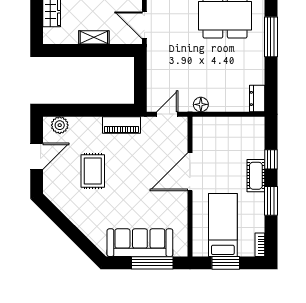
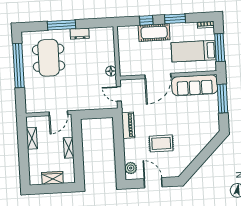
dresser: (257, 98) -> (80, 34), moved
door: (190, 172) -> (158, 76), hinge flipped
cot: (256, 176) -> (154, 32), width x1.37, depth x1.34
sofa: (140, 243) -> (195, 85), moved, turned -90
window: (226, 263) -> (220, 48), width x1.44

